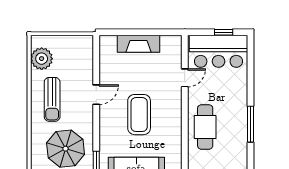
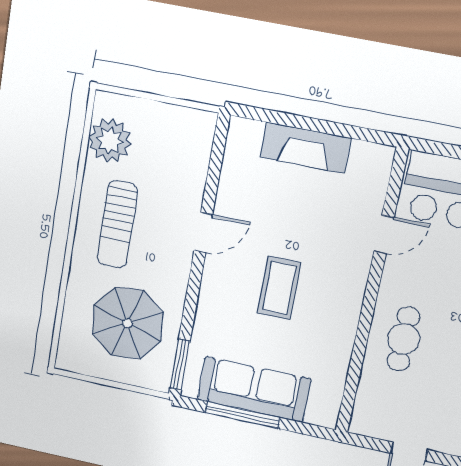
coffee table: (139, 115) -> (279, 288), width x0.73, depth x0.76
cafe table: (205, 127) -> (403, 339), width x0.73, depth x0.74

